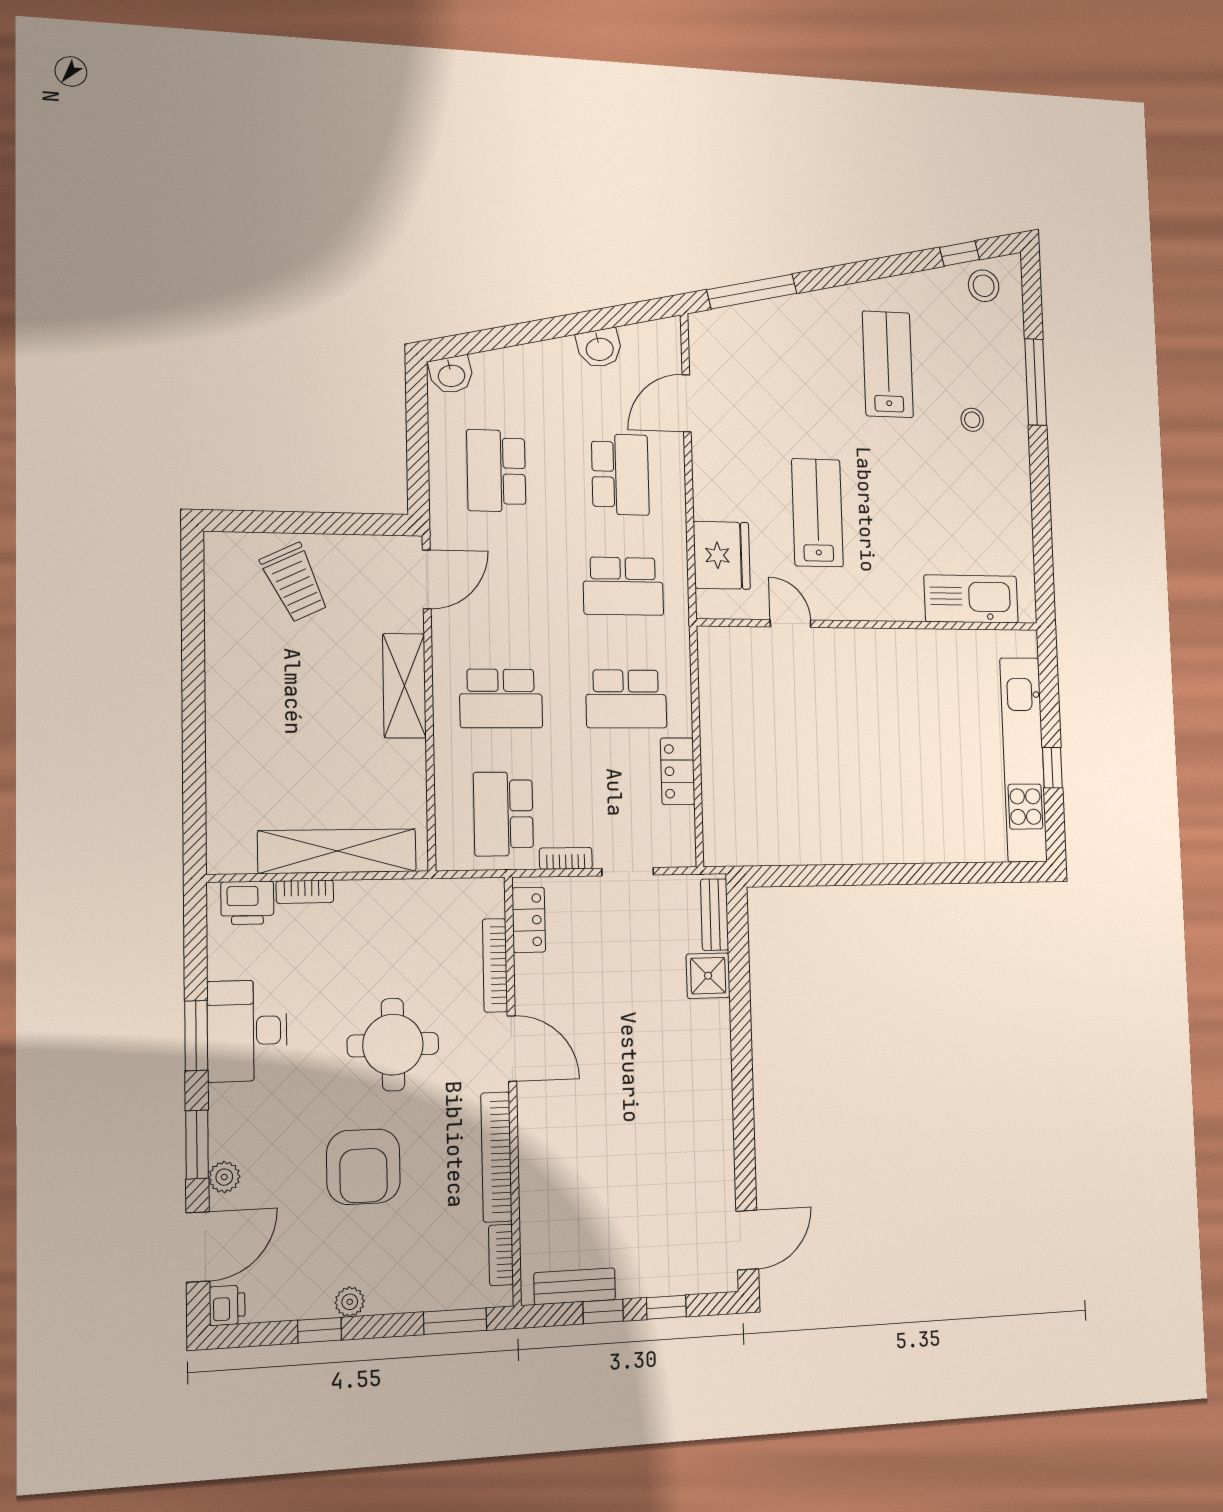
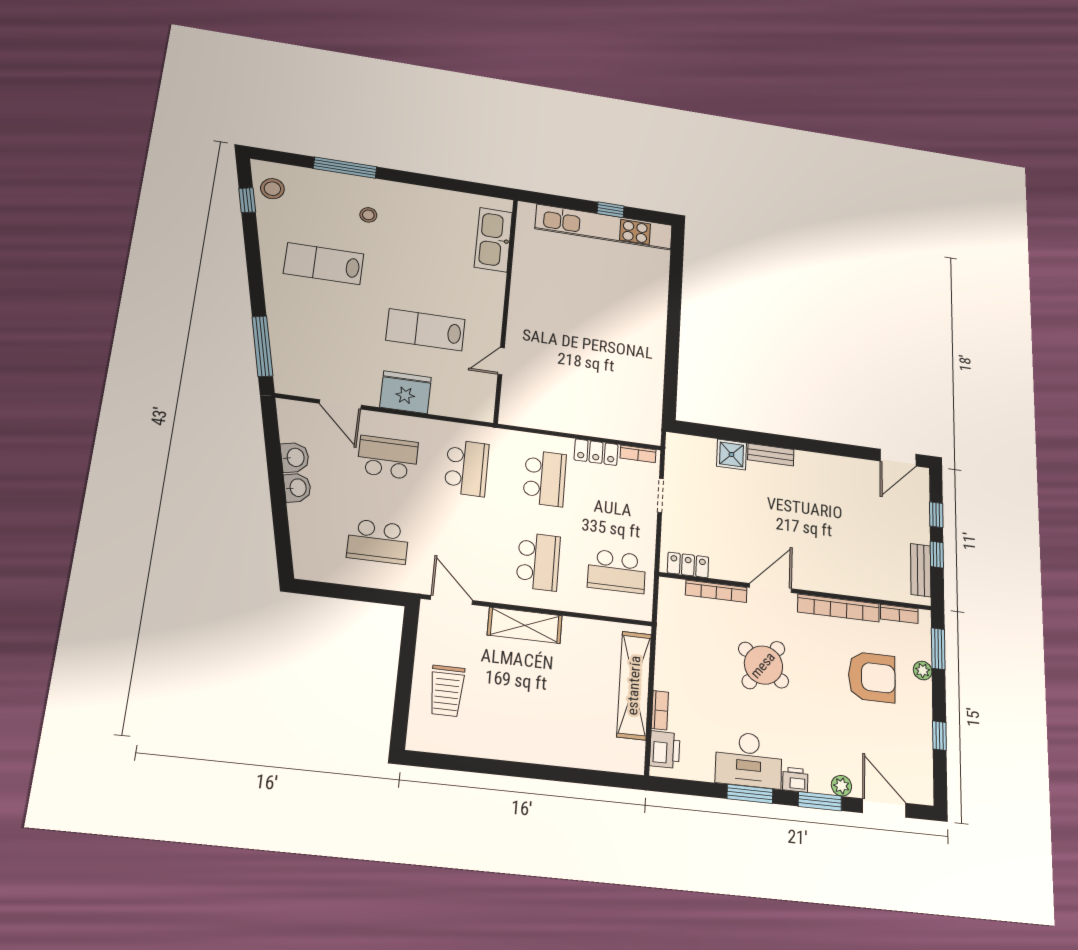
washbasin: (451, 375) -> (297, 488), moved
fridge: (722, 555) -> (406, 392), moved
trolley: (295, 582) -> (447, 691), turned 115
bookcase: (566, 858) -> (638, 454), moved, turned -90
bench: (715, 915) -> (771, 455), moved
round table: (393, 1045) -> (763, 665), turned 37
armchair: (363, 1167) -> (872, 677), moved
door: (747, 1240) -> (898, 458), swing flipped
plant: (350, 1302) -> (923, 671), moved
printer: (227, 1305) -> (795, 780), moved

